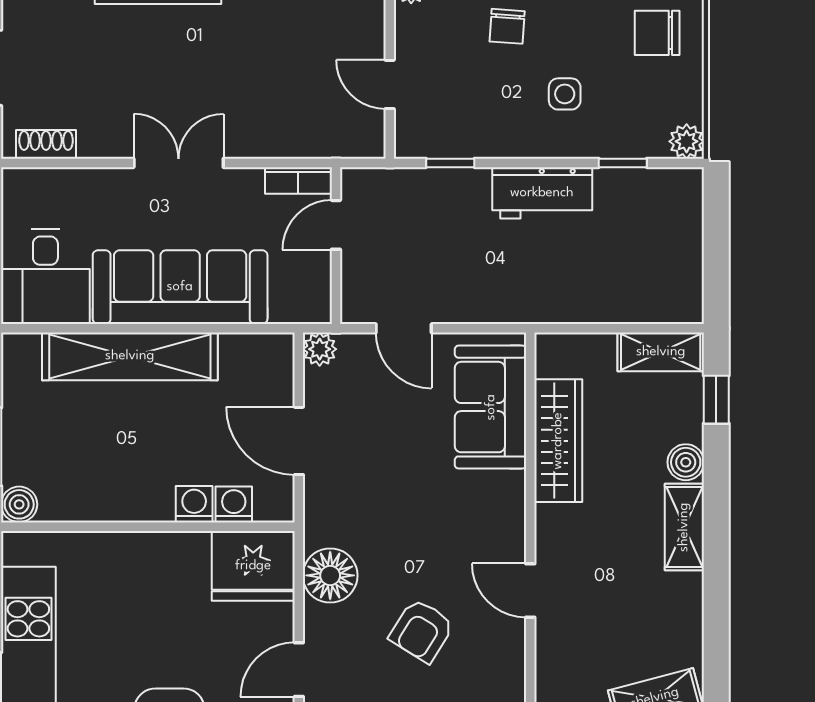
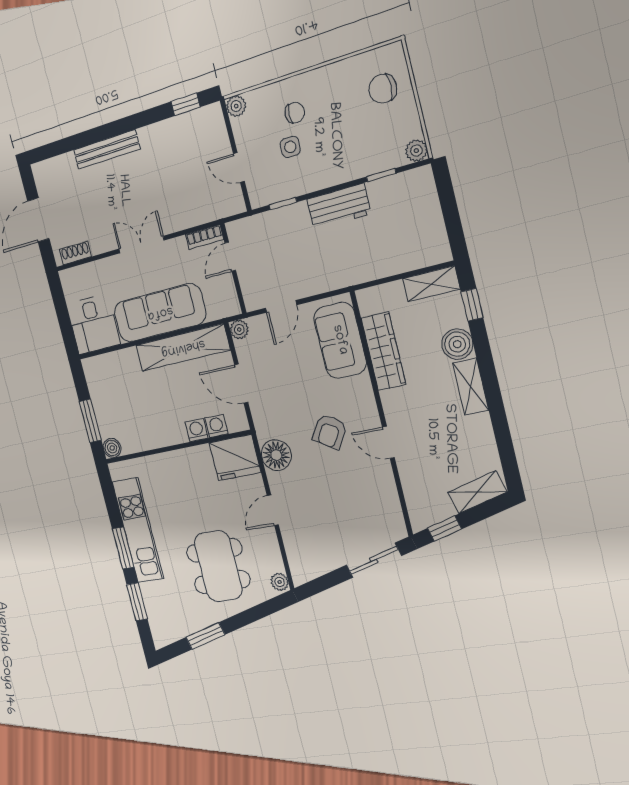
chair: (507, 26) -> (295, 113), turned -94
side table: (565, 94) -> (290, 147), moved
door: (404, 328) -> (281, 306), hinge flipped
shelving: (130, 356) -> (183, 348), moved
boiler: (686, 462) -> (457, 344), width x1.36, depth x1.36
armchair: (422, 631) -> (330, 431), moved

